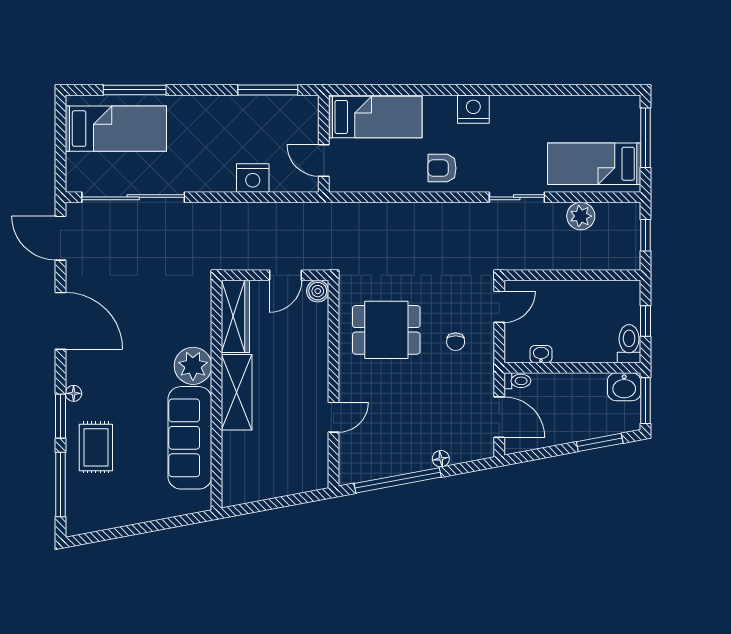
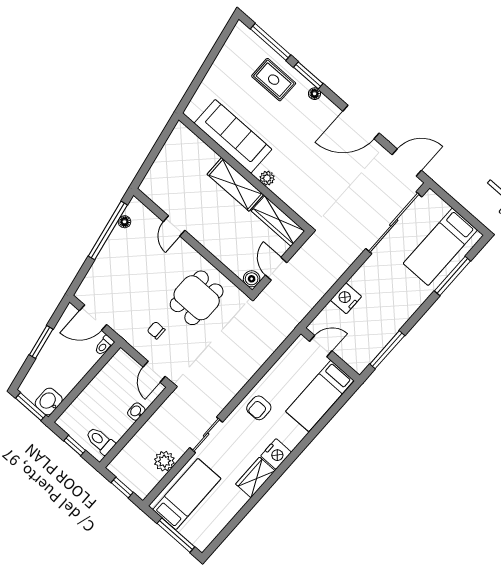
wardrobe: (516, 109) -> (255, 477), added
armchair: (442, 168) -> (259, 408), turned 180
toilet: (629, 344) -> (100, 441), moved, turned 180
washbasin: (541, 354) -> (136, 412), moved, turned 180
plant: (193, 366) -> (267, 178), width x0.53, depth x0.53
window: (600, 442) -> (41, 342), moved
floor lamp: (441, 459) -> (124, 222), moved

